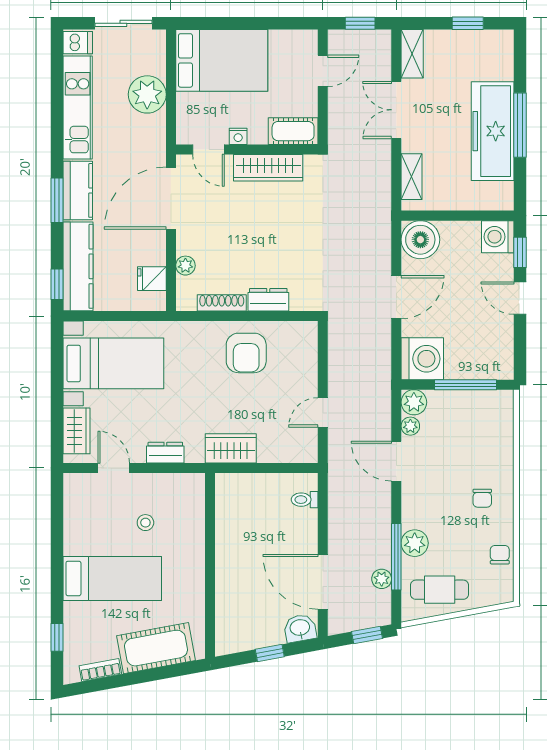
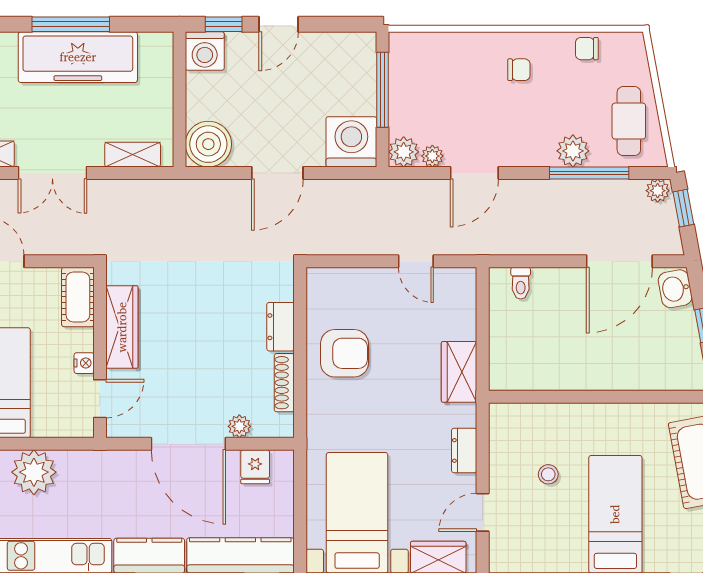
door: (171, 198) -> (188, 444), moved
door: (396, 297) -> (277, 173), swing flipped
plant: (382, 579) -> (658, 191), moved

